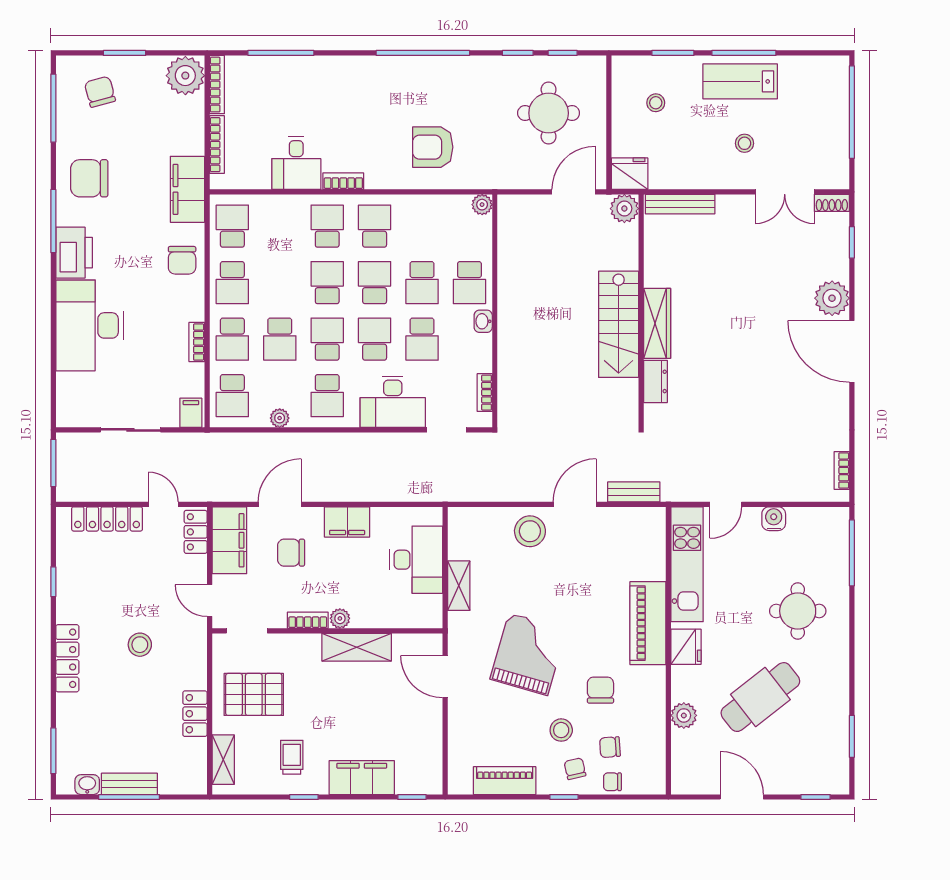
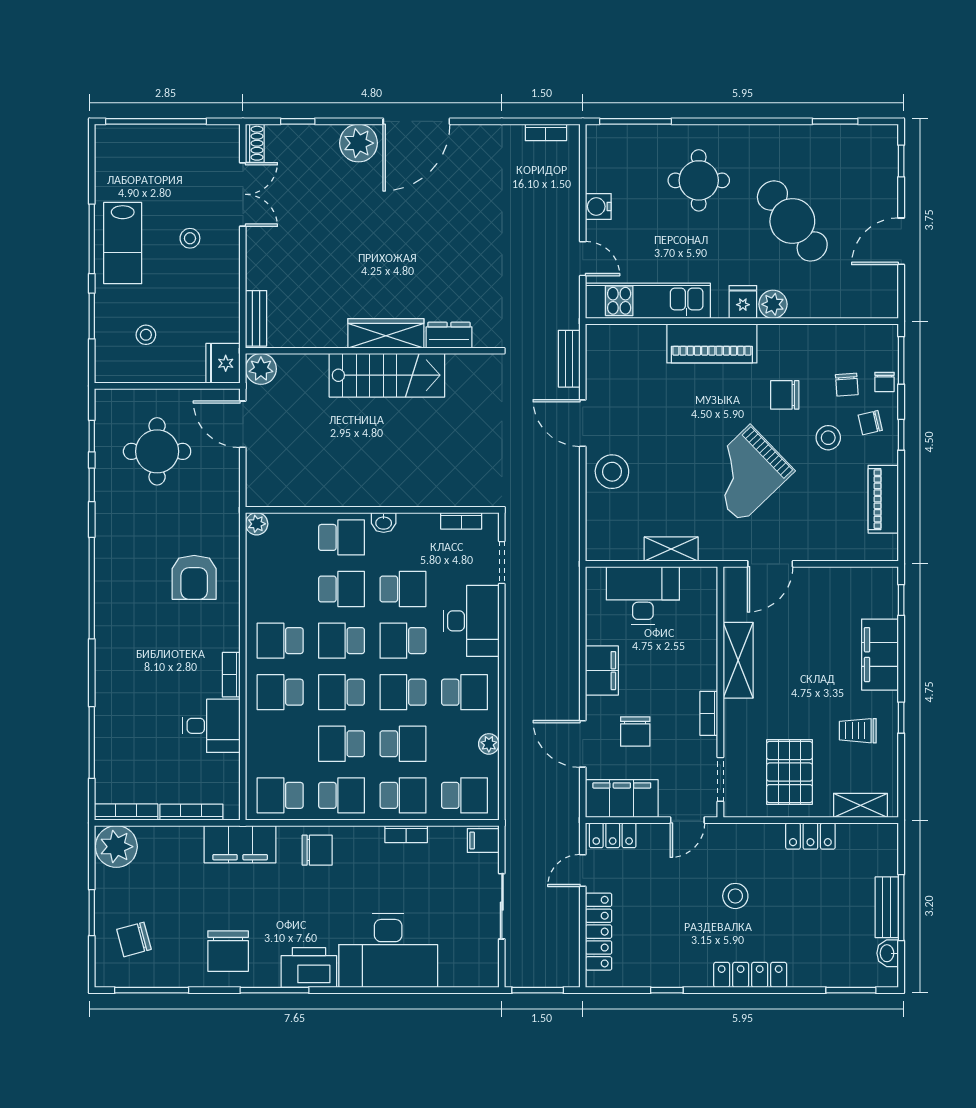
bench: (680, 204) -> (256, 318), width x0.73
school desk: (280, 283) -> (342, 744), added
plant: (340, 618) -> (707, 678), removed
fridge: (686, 647) -> (743, 302), width x0.72
grand piano: (528, 654) -> (746, 474), turned -60
plant: (684, 715) -> (773, 304), moved
window: (632, 797) -> (901, 360), added

